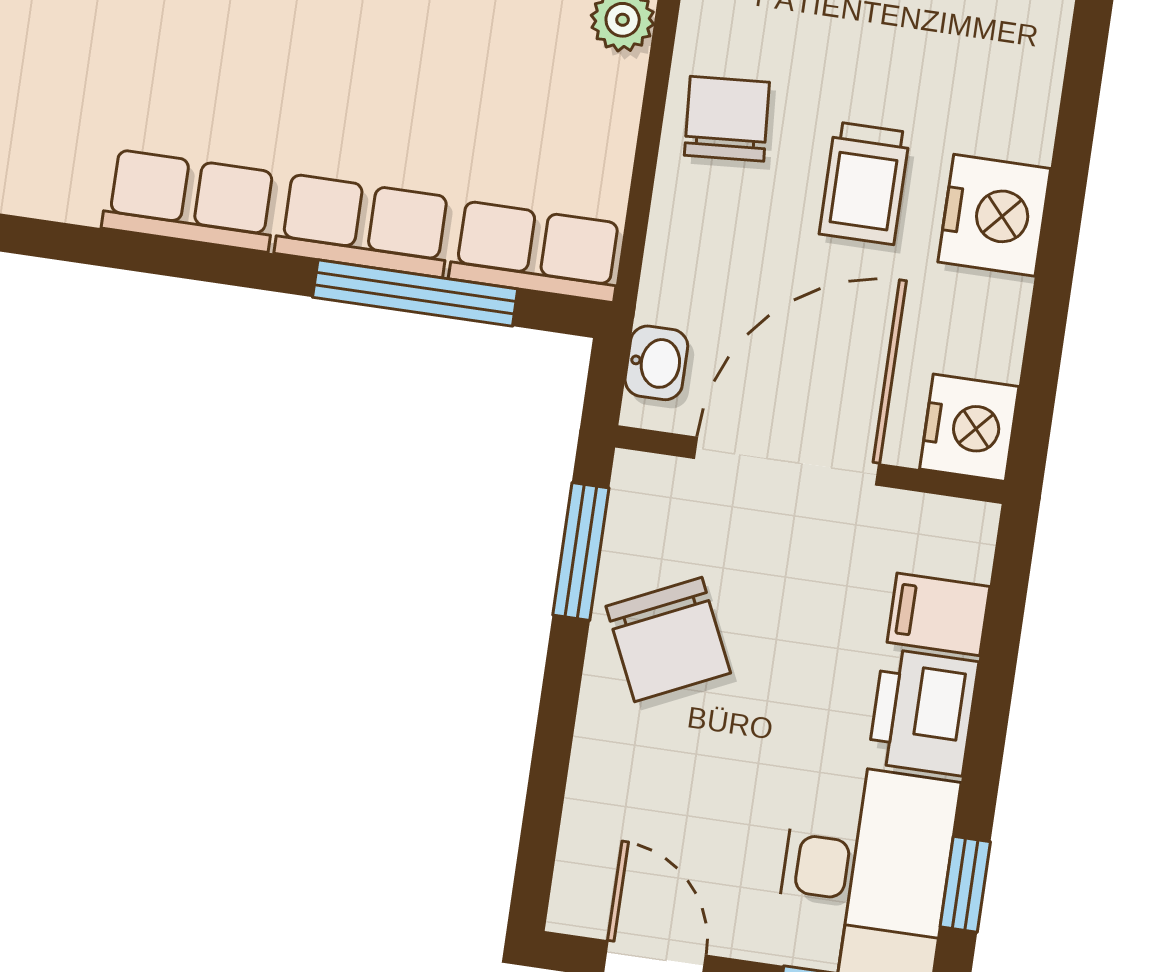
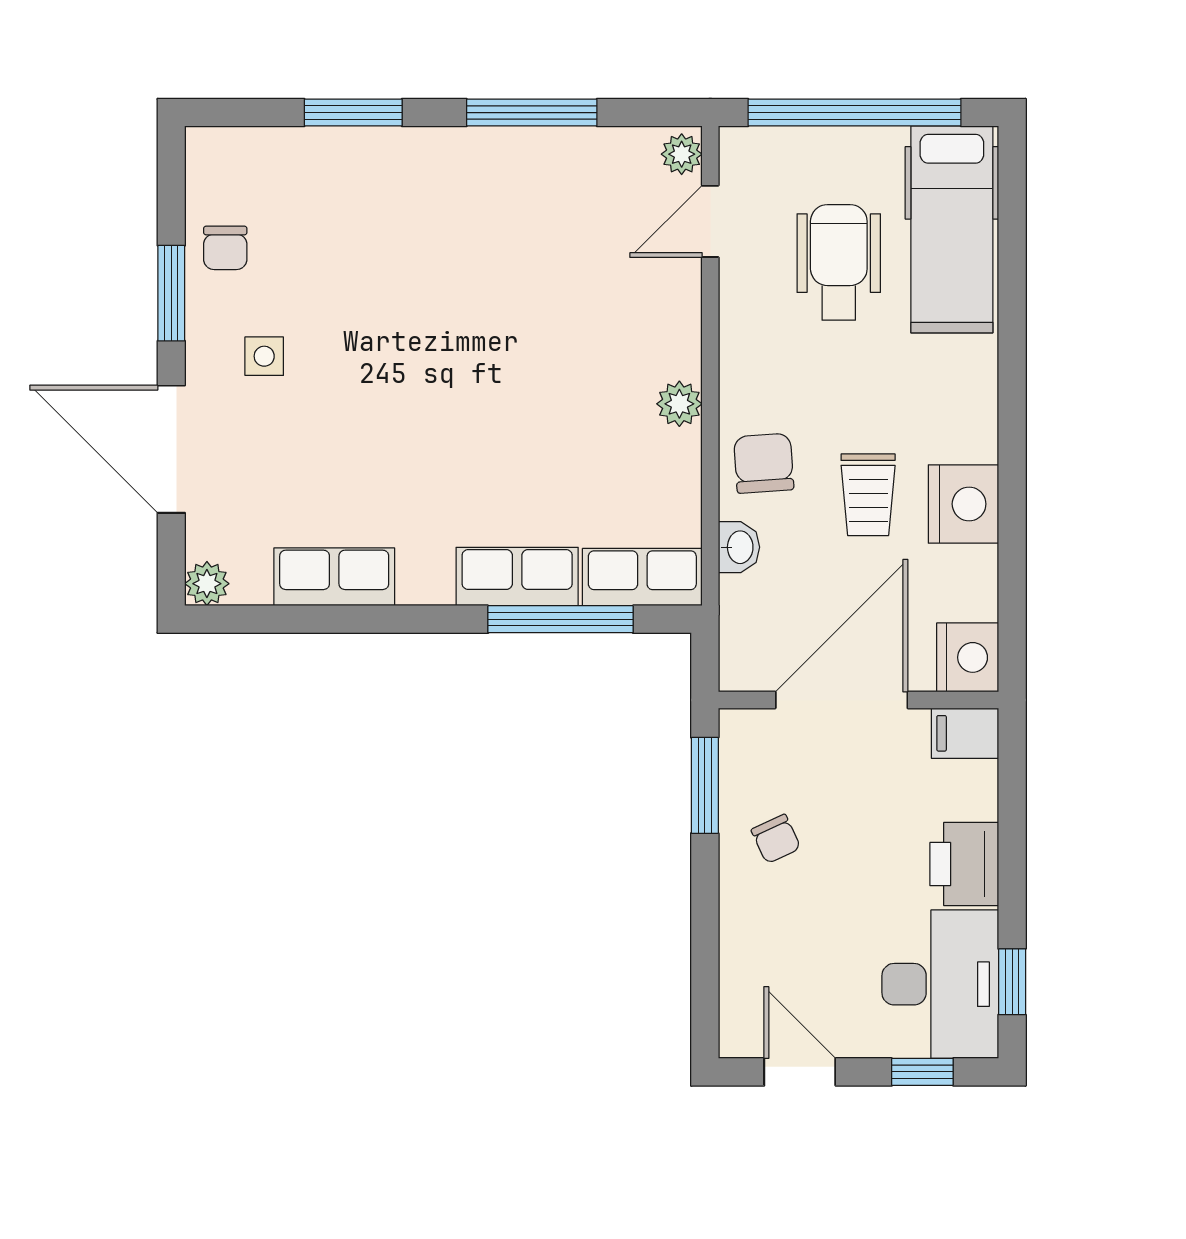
row of seats: (190, 201) -> (334, 577), moved
washbasin: (656, 363) -> (739, 547), moved
filing cabinet: (938, 614) -> (965, 733), moved
chair: (668, 640) -> (776, 839), width x0.54, depth x0.54

